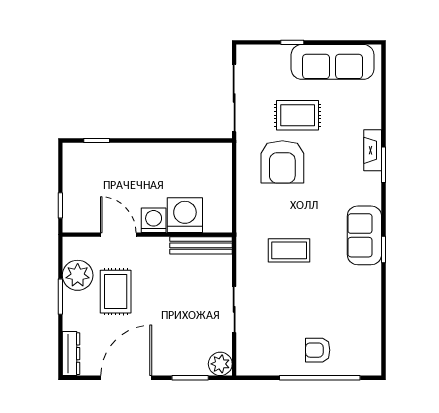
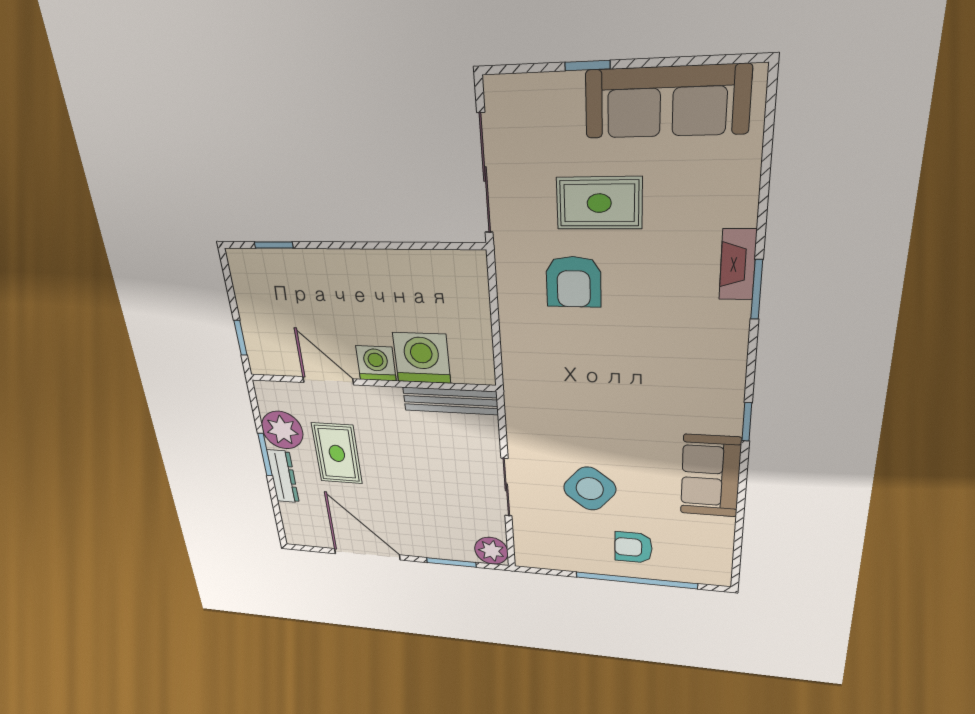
armchair: (282, 162) -> (574, 282), width x0.73, depth x0.73
sofa: (364, 235) -> (711, 476), moved
coffee table: (289, 250) -> (588, 415), removed
side table: (290, 306) -> (590, 489), added
dresser: (71, 354) -> (283, 476), moved
door: (126, 378) -> (367, 554), hinge flipped

